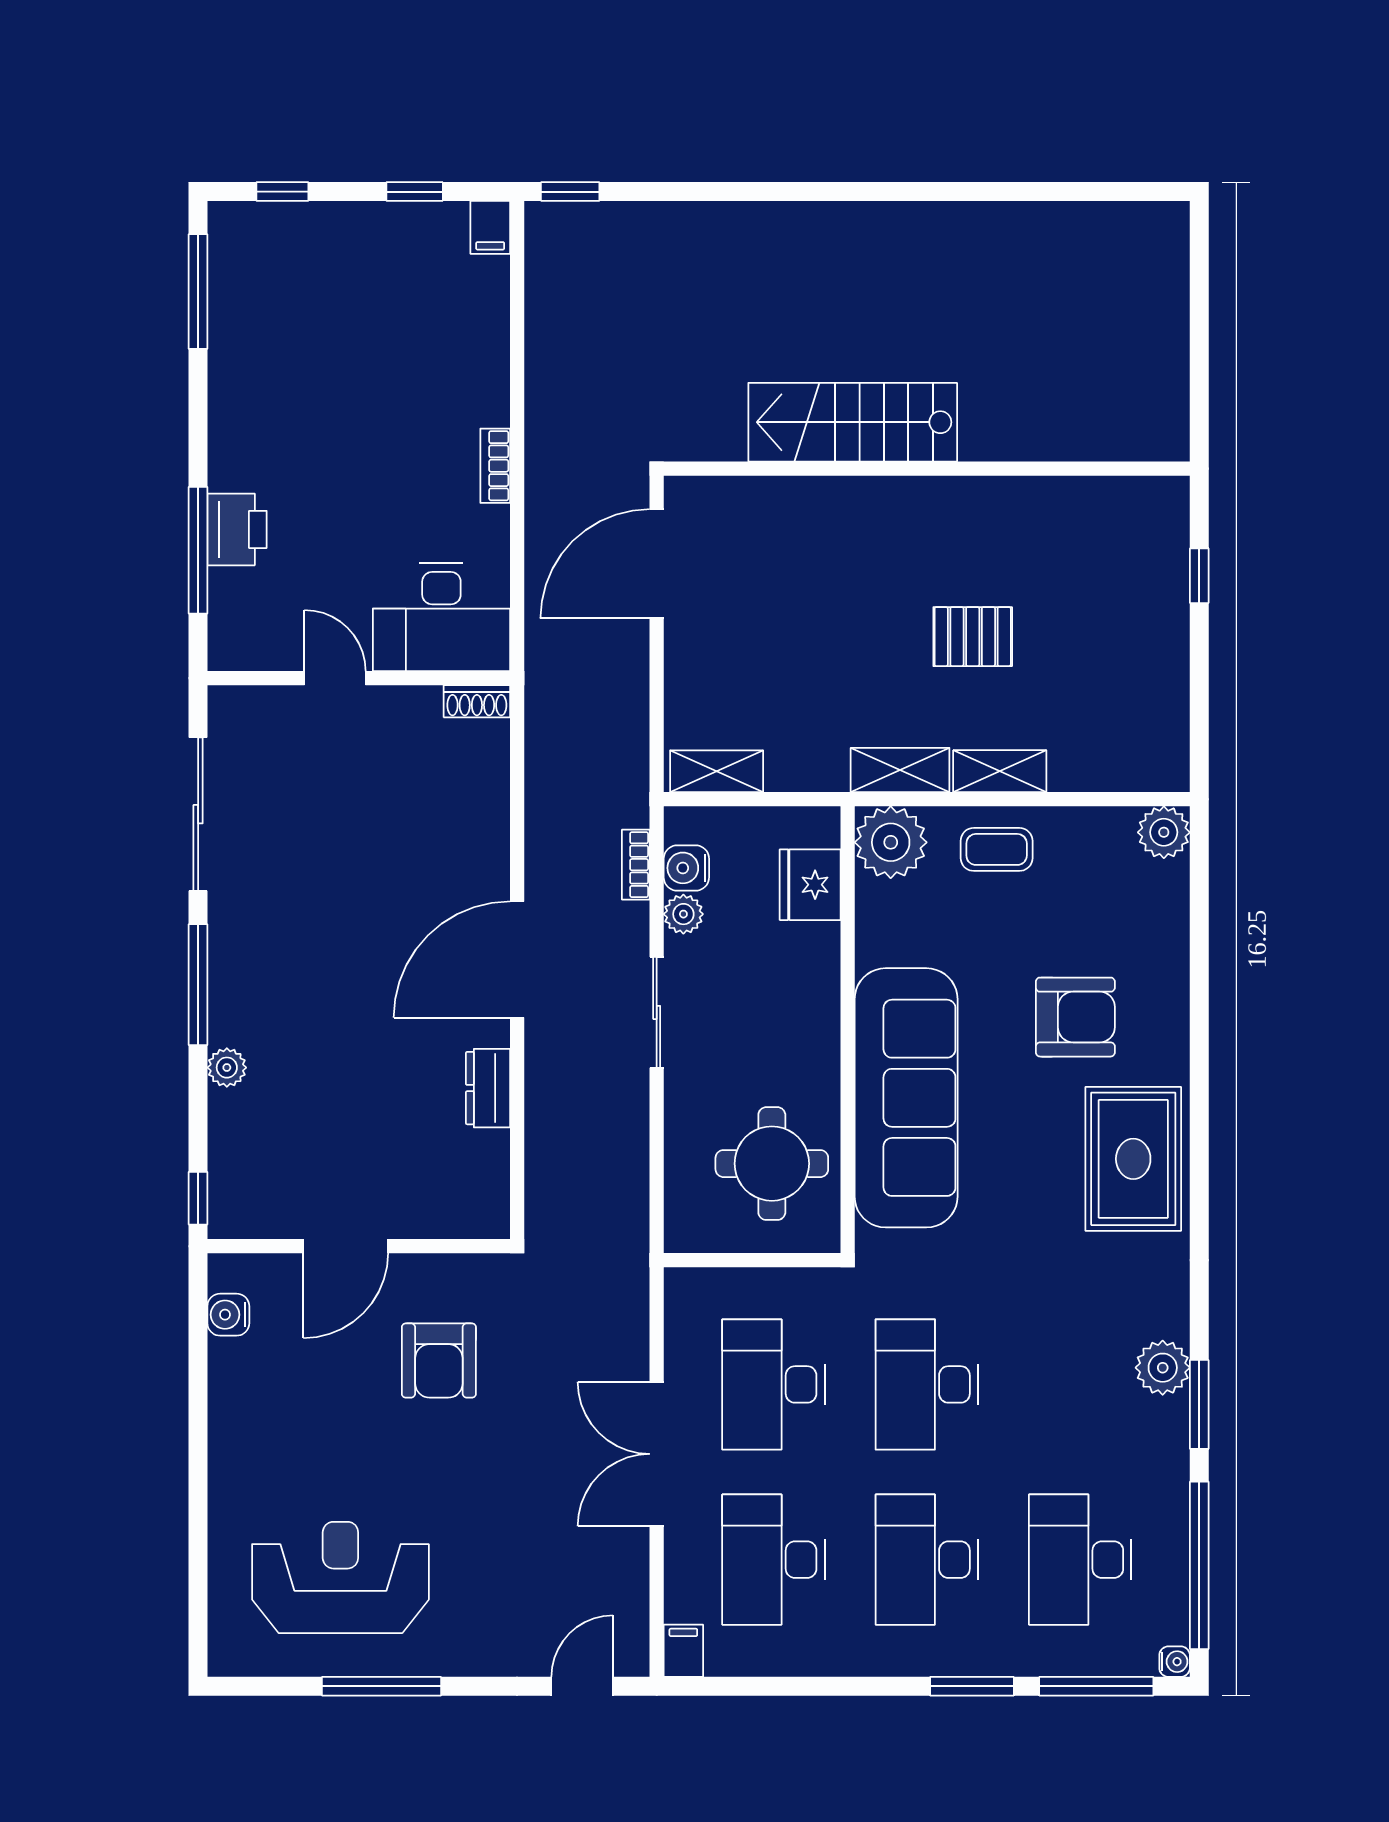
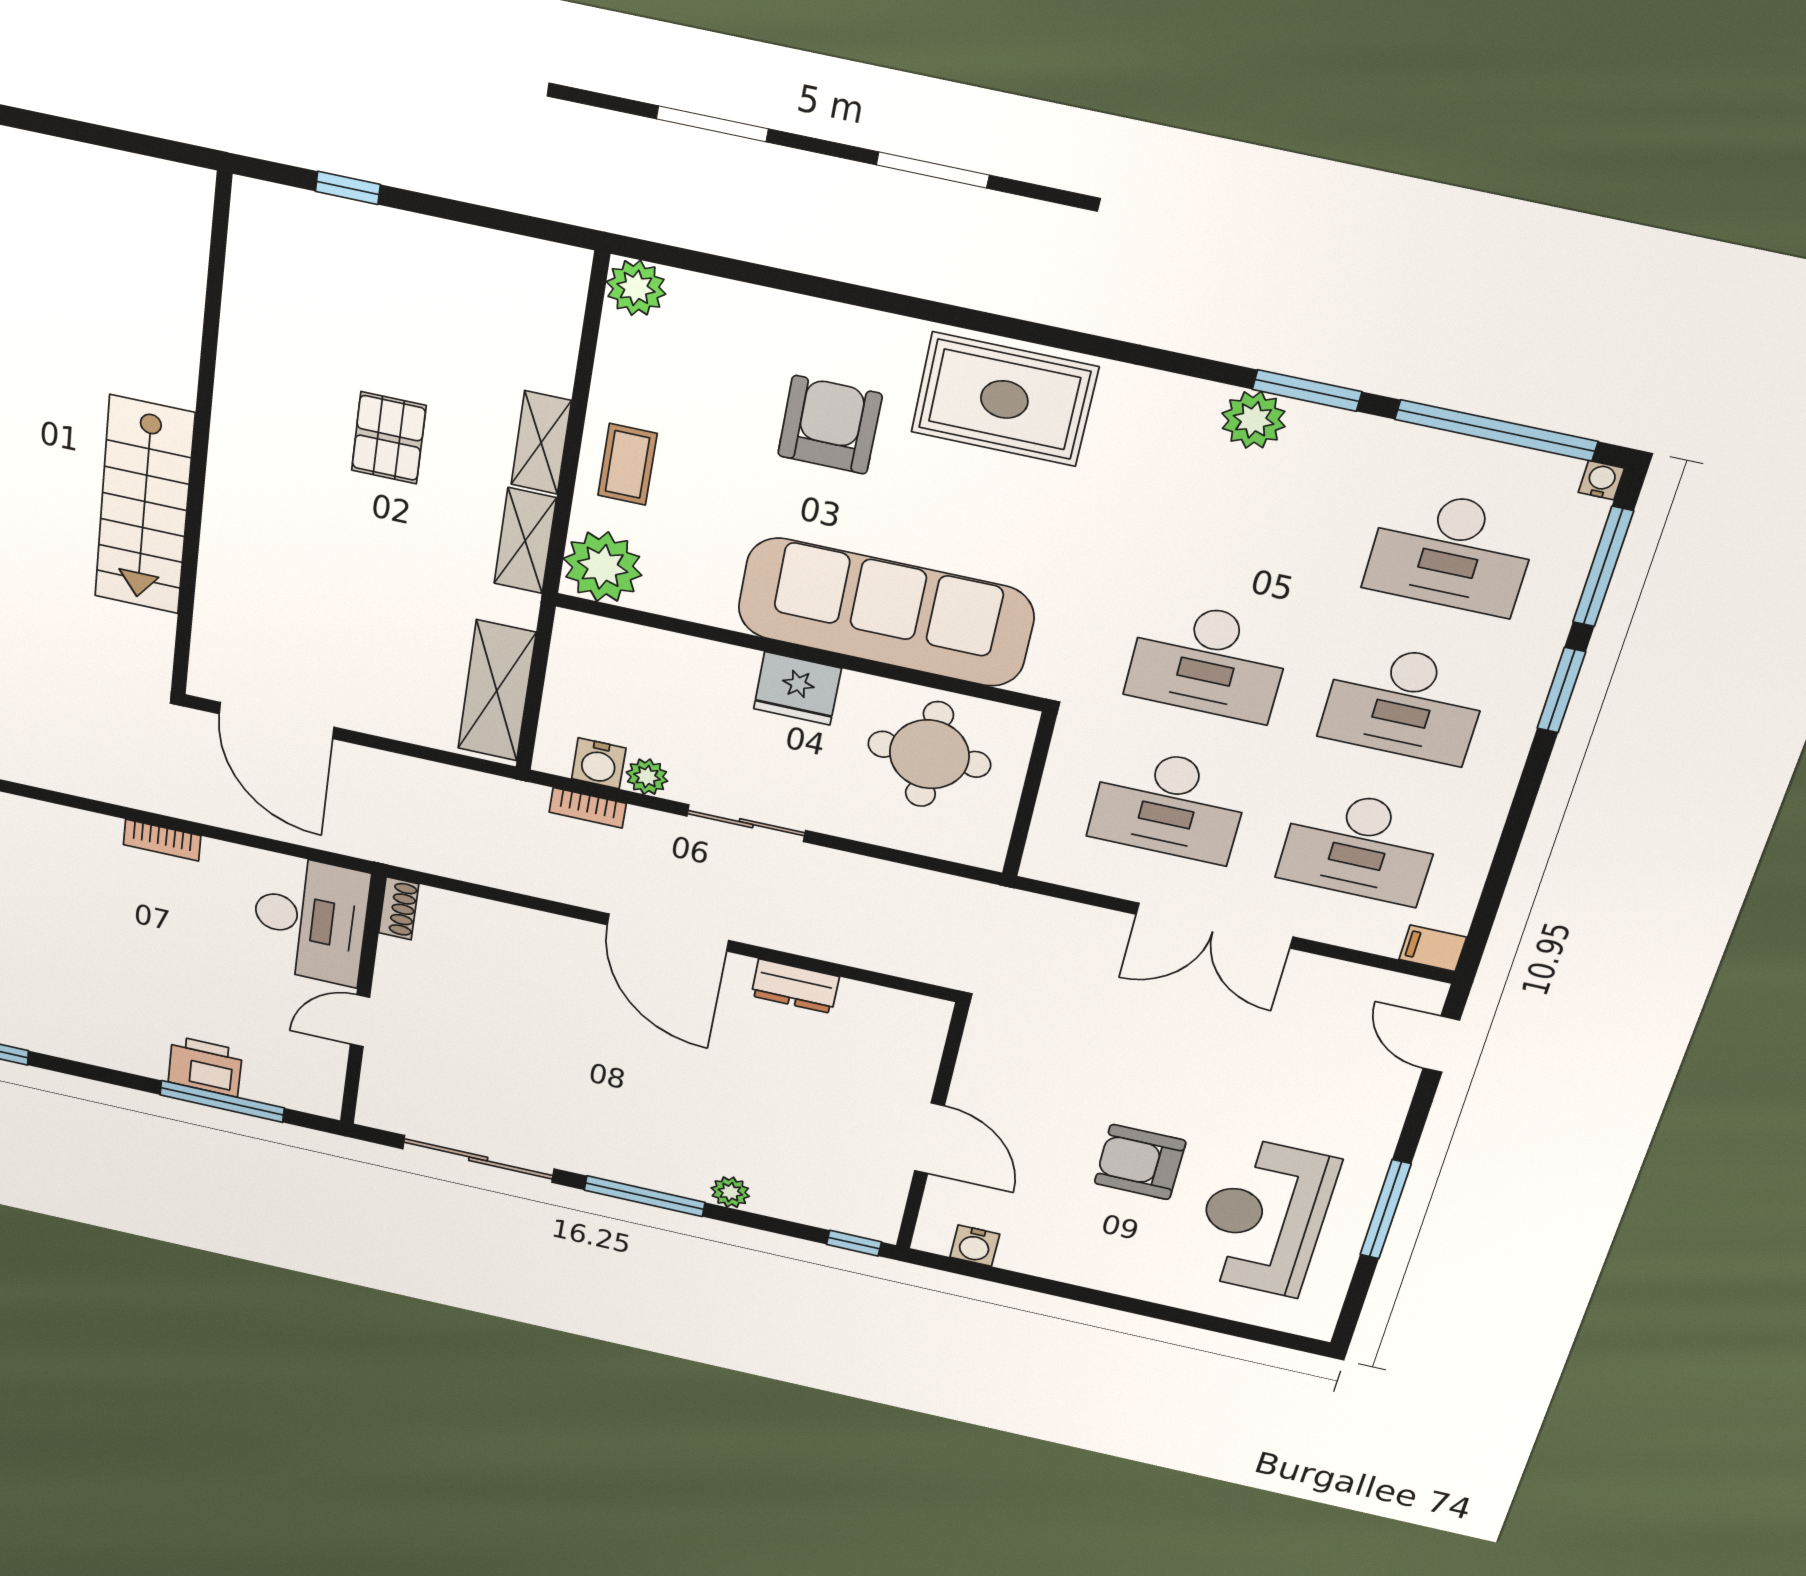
shelving: (717, 771) -> (497, 691), width x1.50, depth x1.33
fridge: (810, 885) -> (797, 688), moved
armchair: (439, 1360) -> (1140, 1162), moved, turned 180

